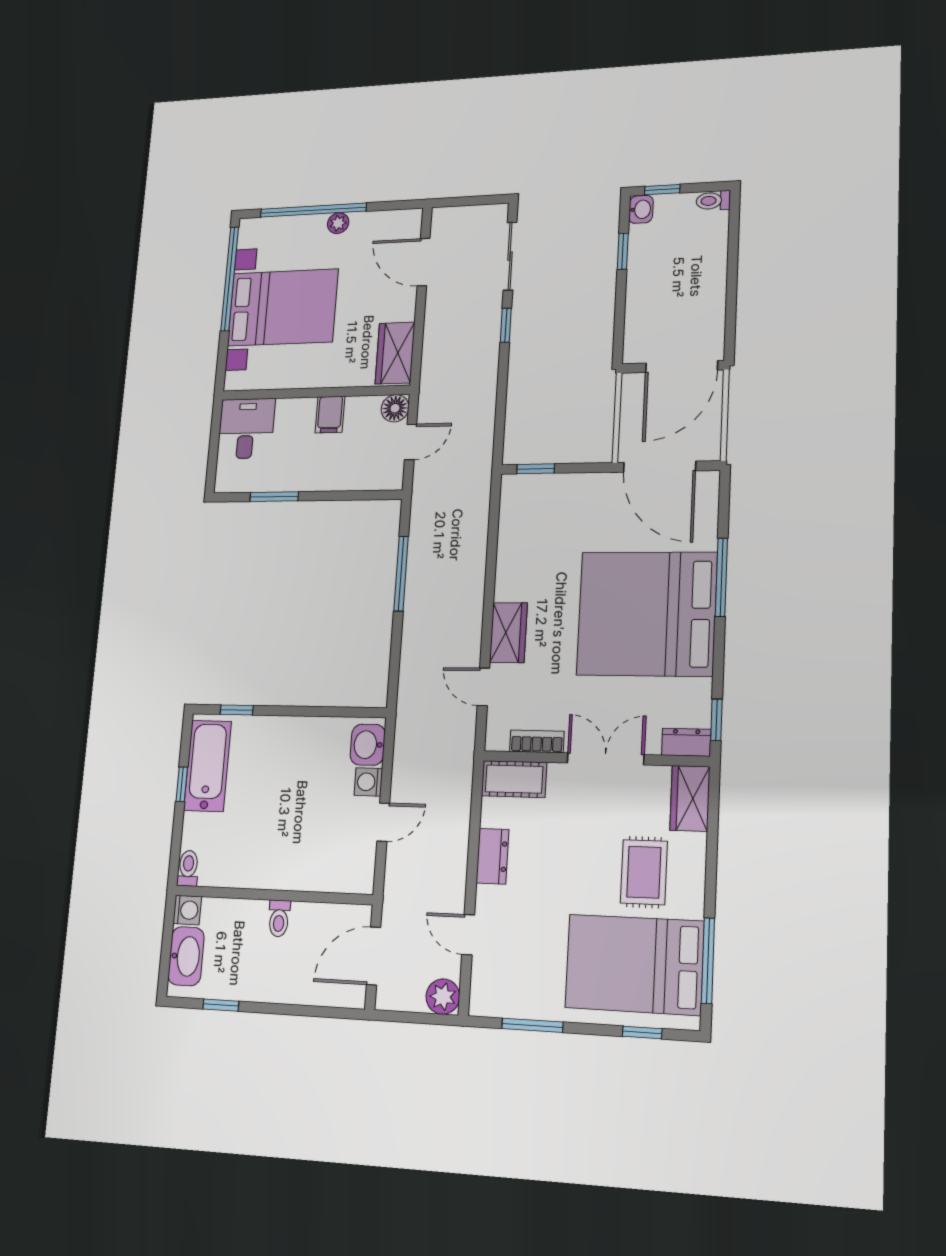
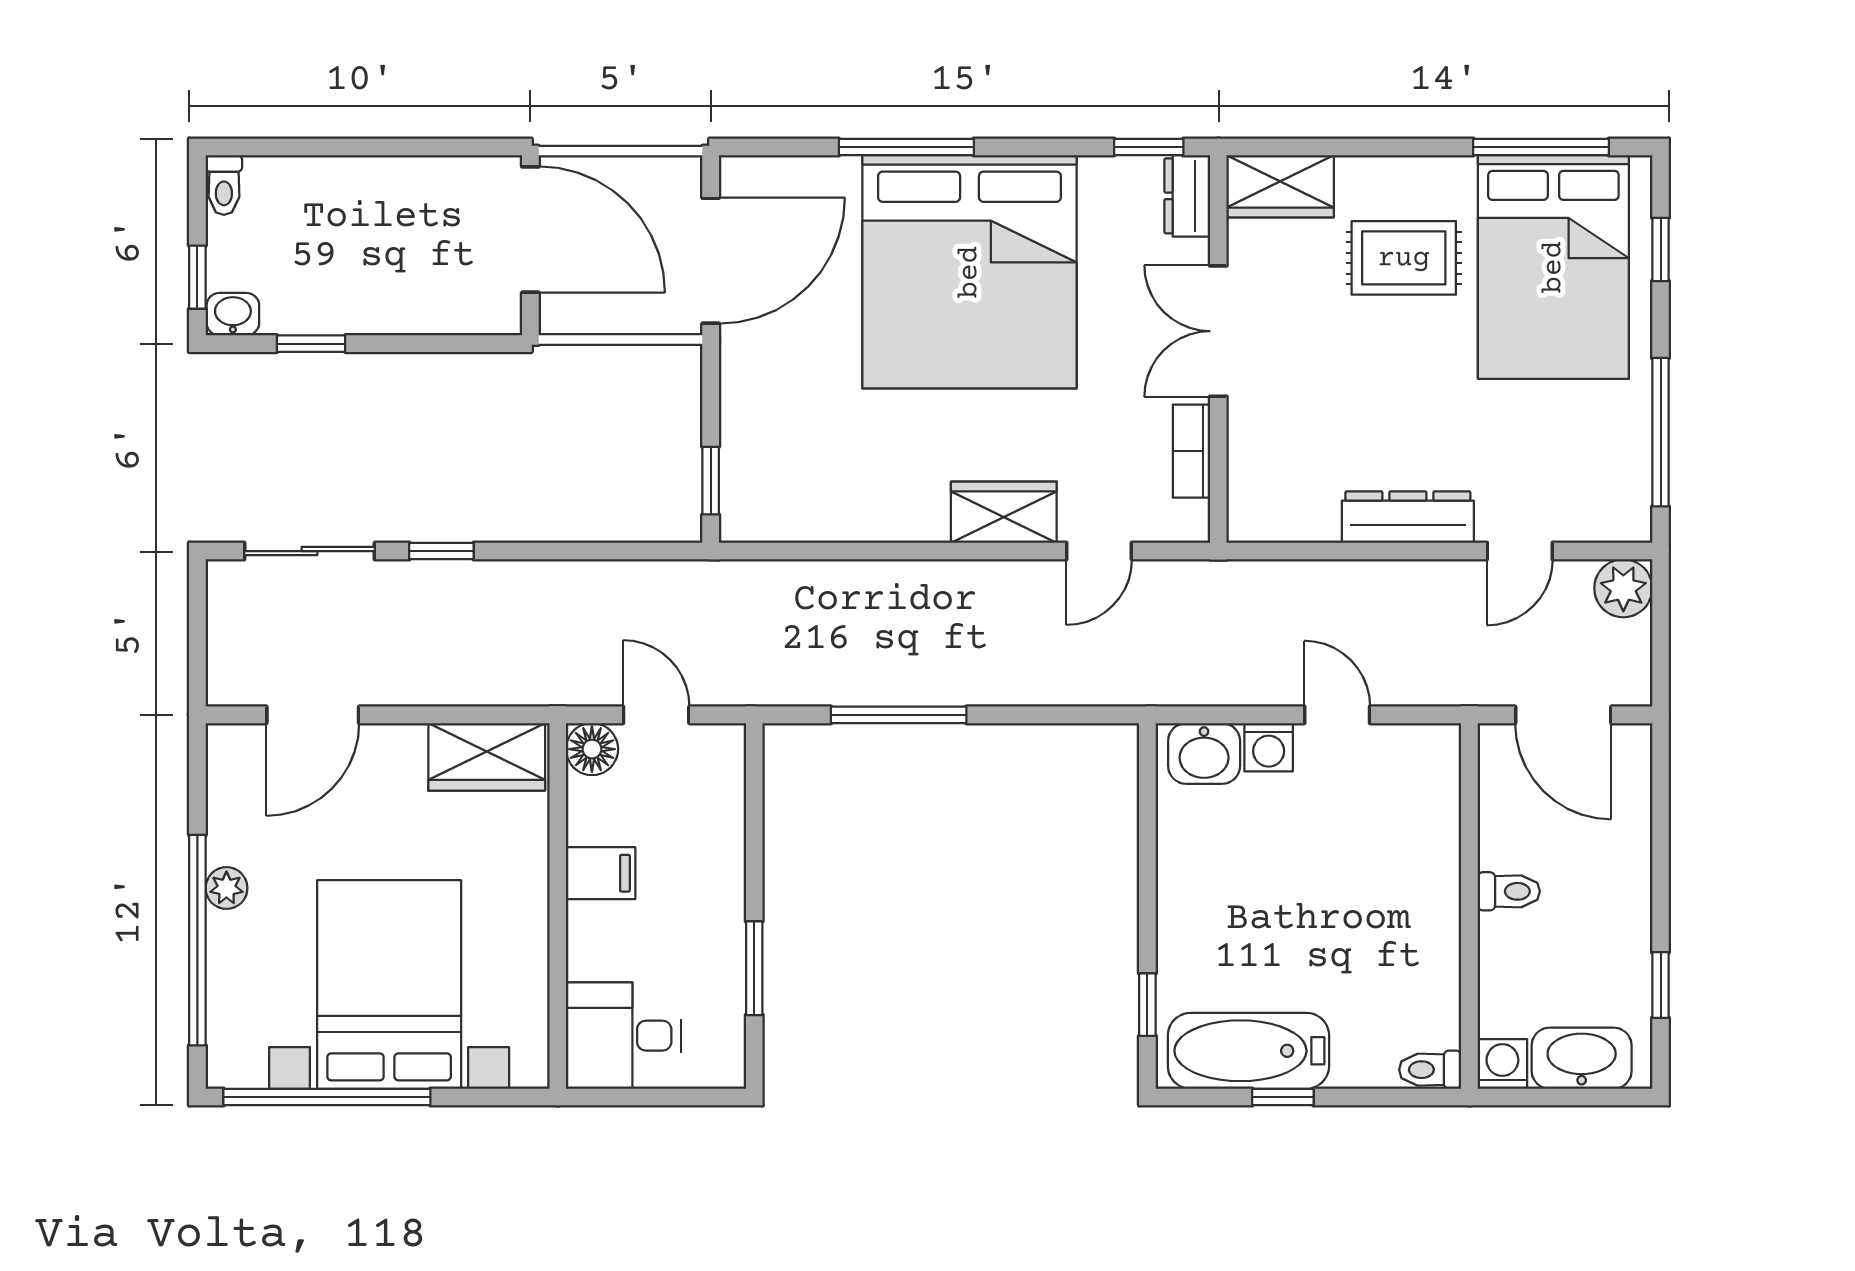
cot: (514, 779) -> (1257, 487), removed
dresser: (492, 856) -> (1408, 517), width x1.44
window: (532, 1025) -> (1661, 432), width x1.44

